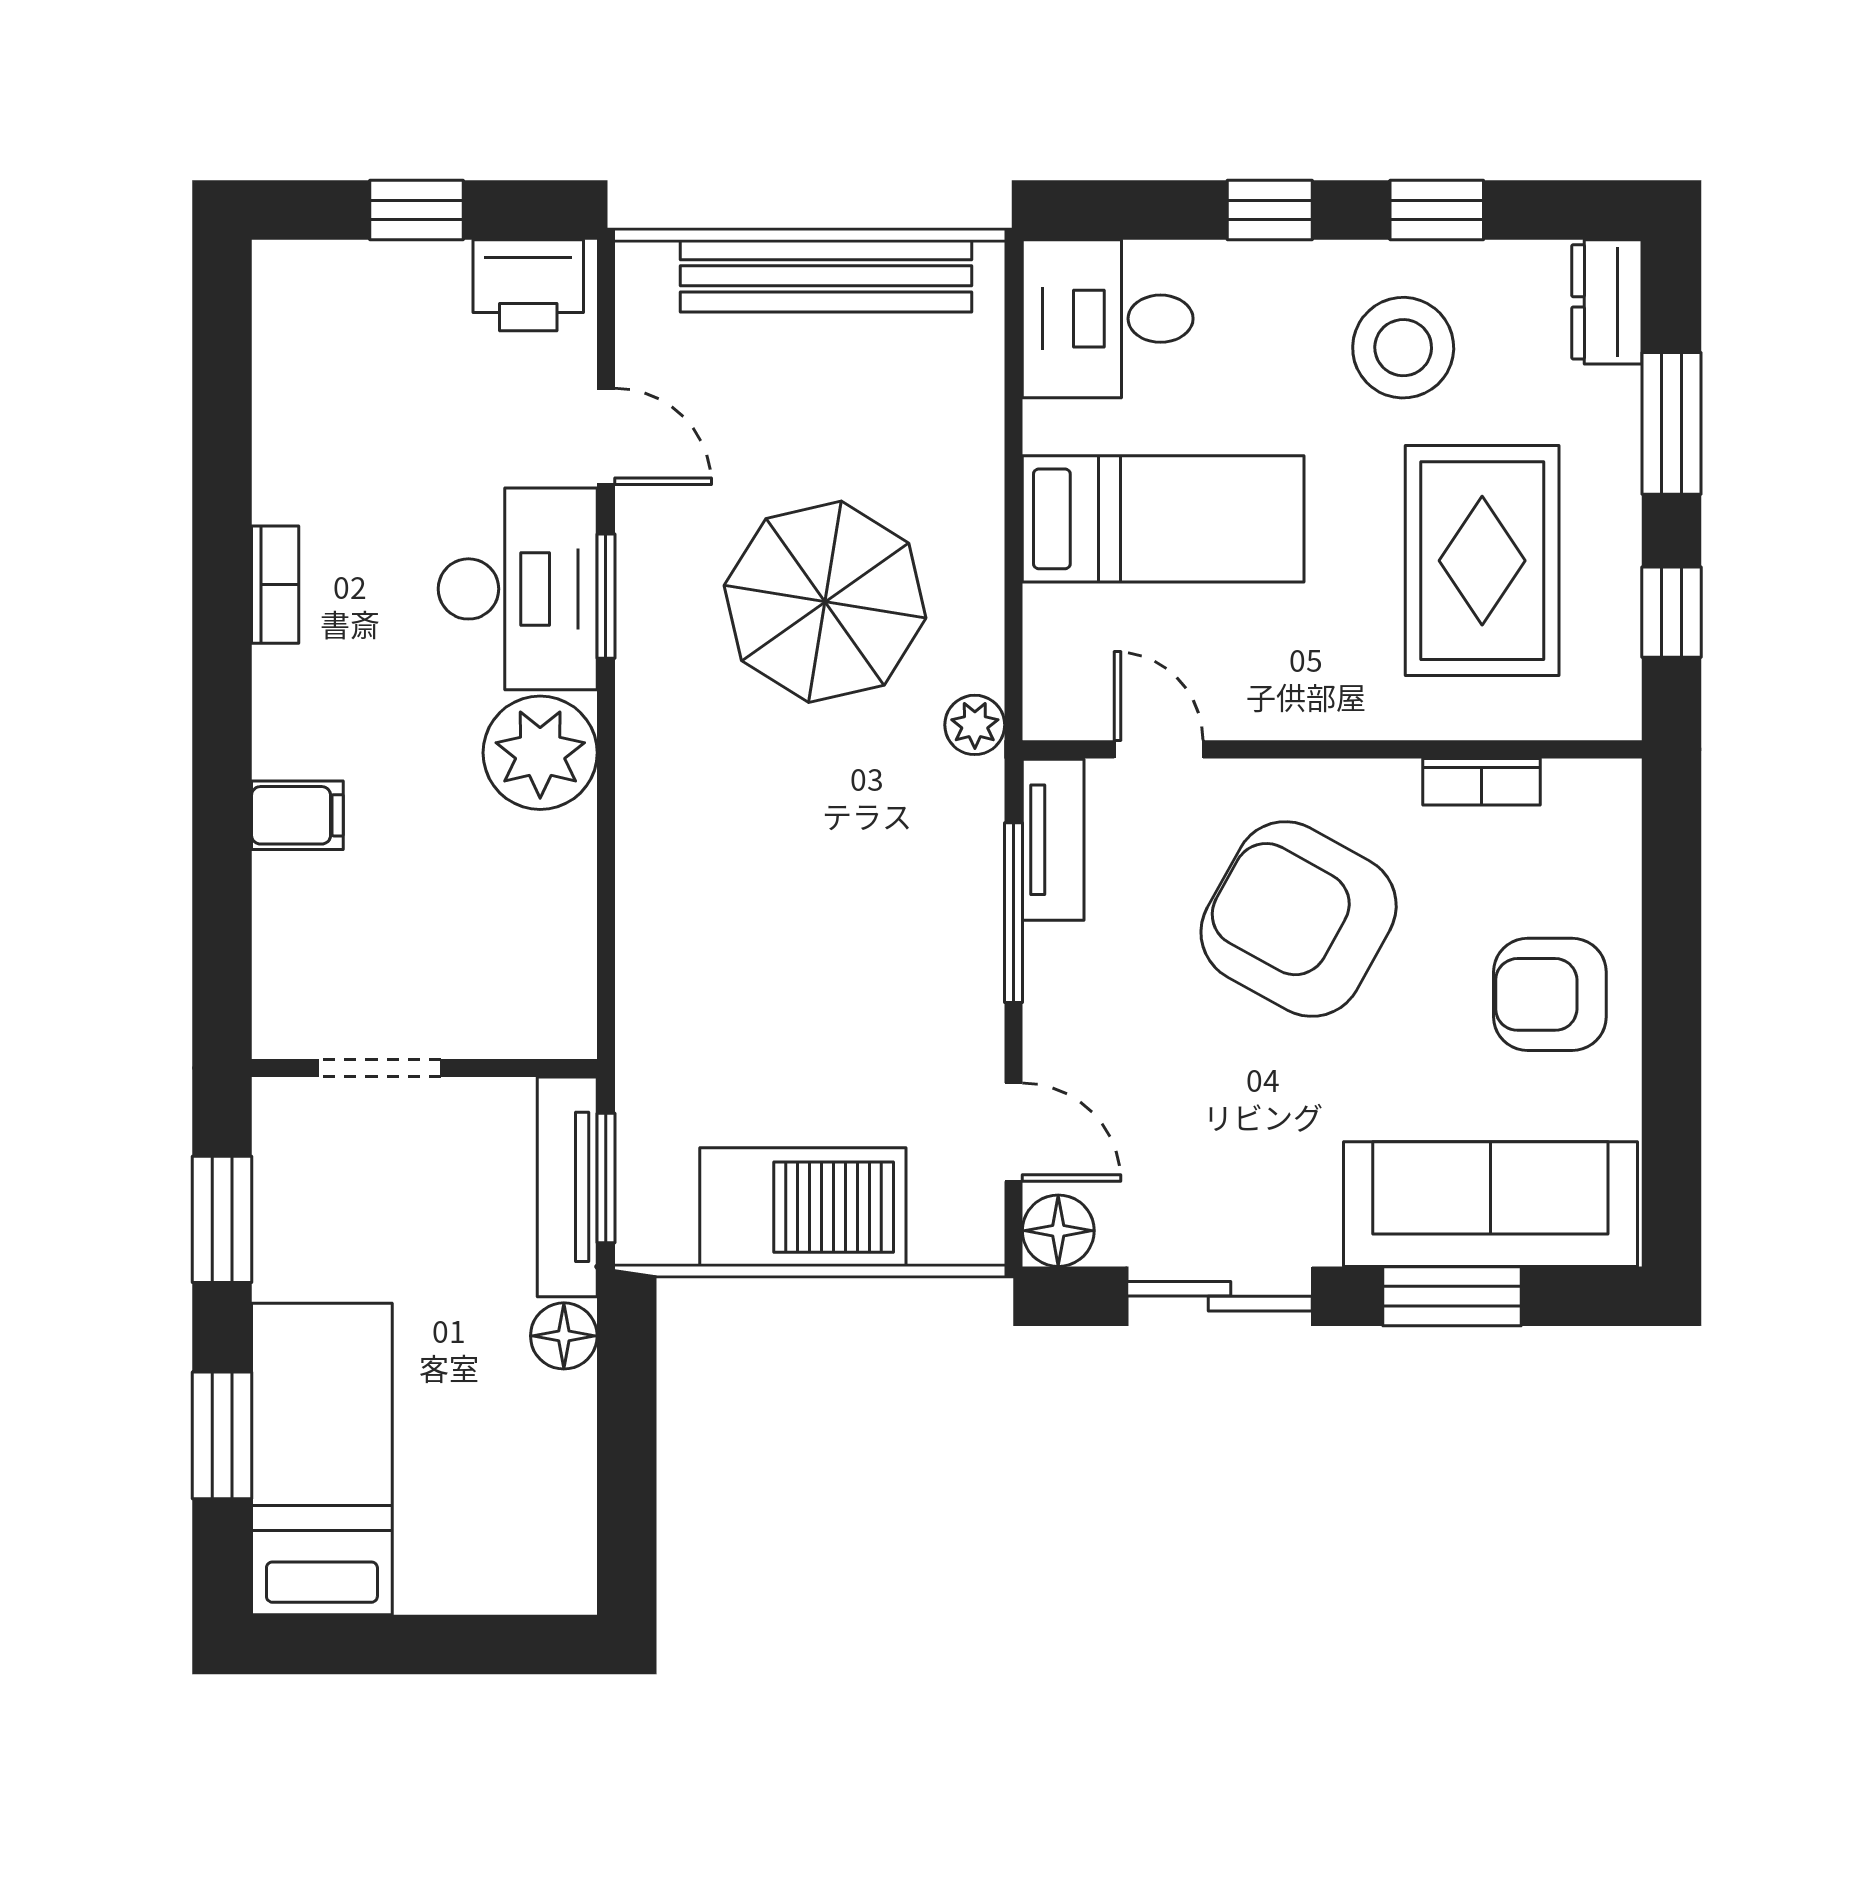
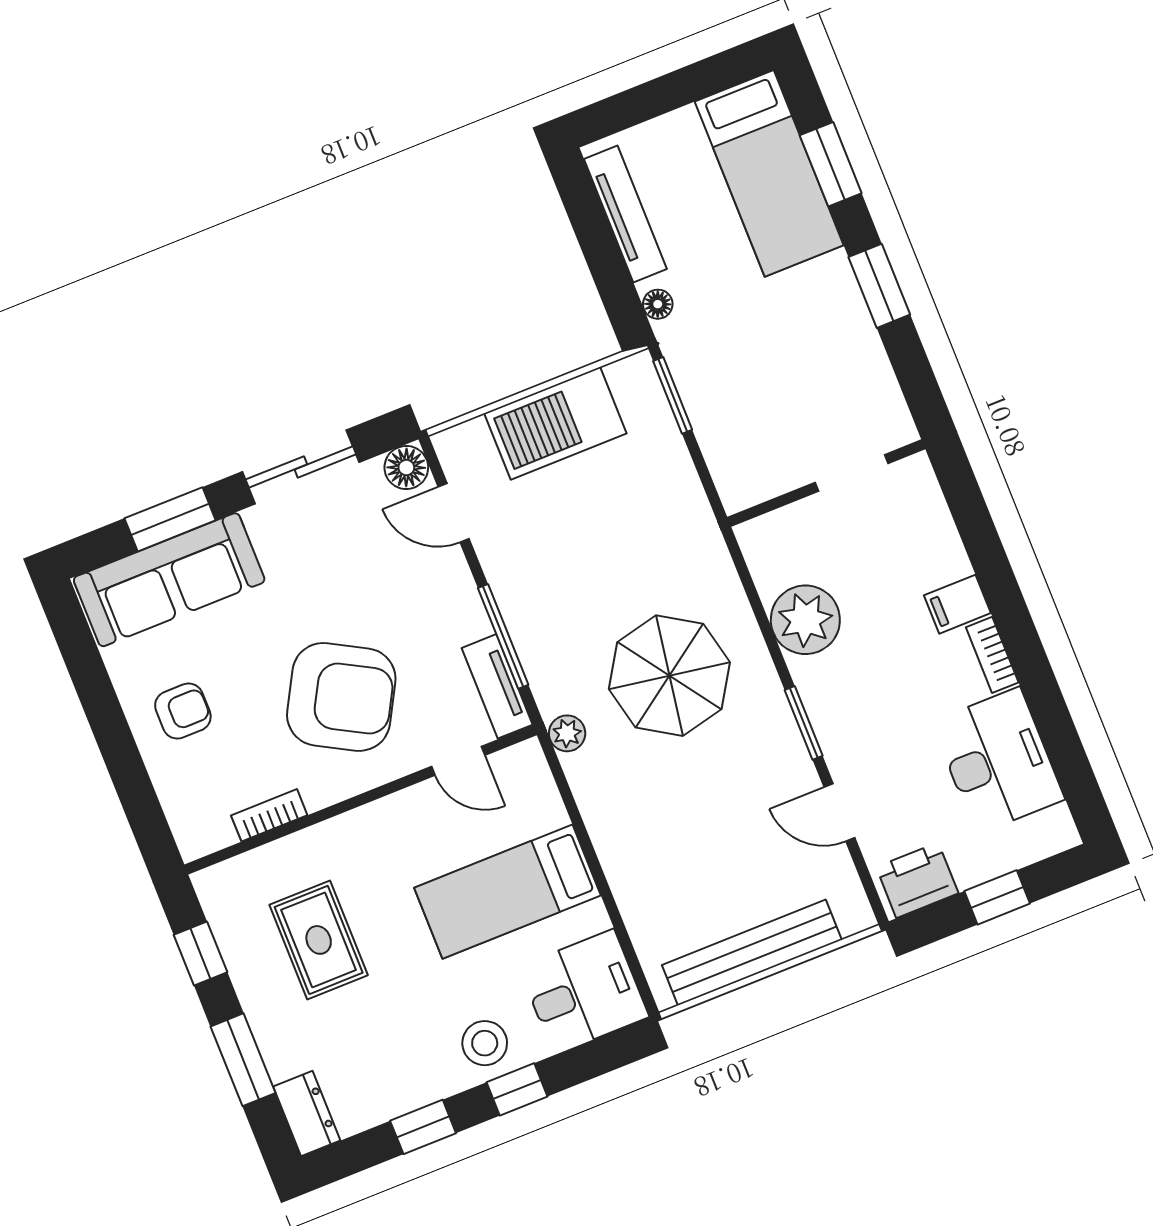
stool: (1403, 348) -> (485, 1043), moved, width x0.73, depth x0.73
rug: (1482, 561) -> (319, 940), width x0.73, depth x0.70
desk: (518, 589) -> (998, 761), moved, turned 180
parasol: (825, 602) -> (669, 676), moved
filing cabinet: (297, 815) -> (957, 604), moved
armchair: (1550, 994) -> (183, 711), width x0.72, depth x0.72
doorway: (379, 1068) -> (852, 473), moved
wall: (424, 1068) -> (826, 483), moved
tv unit: (567, 1187) -> (625, 214), moved
floor lamp: (564, 1336) -> (658, 304), width x0.73, depth x0.73

